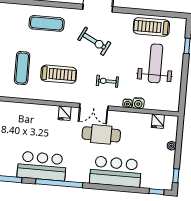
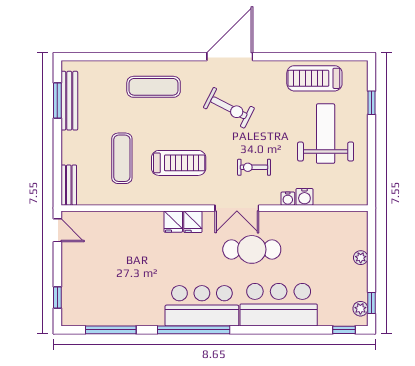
fridge: (158, 121) -> (173, 222), moved
bar counter: (42, 166) -> (202, 306), moved
plant: (168, 179) -> (360, 309), added

